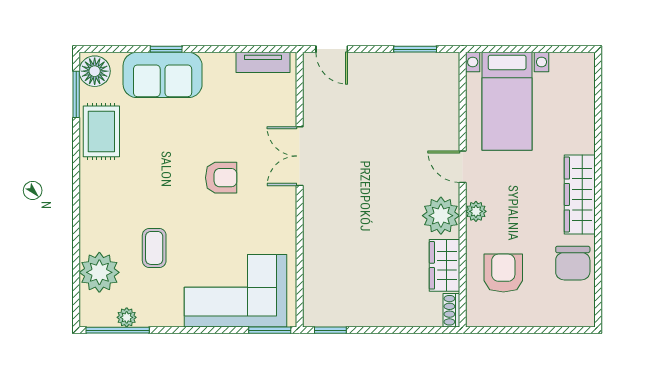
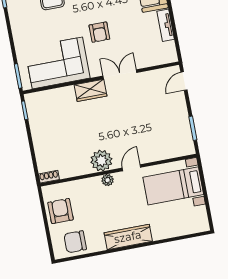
tv unit: (263, 62) -> (166, 25), moved
chair: (573, 263) -> (75, 242), moved
wardrobe: (445, 265) -> (90, 90), moved, turned 180
armchair: (503, 273) -> (61, 211), moved, turned -90
corner sofa: (235, 291) -> (57, 63), moved, turned -90

